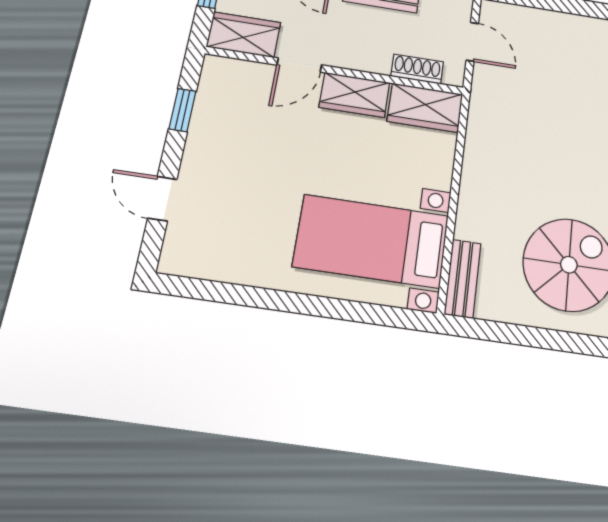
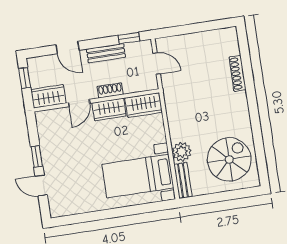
shoe rack: (417, 69) -> (110, 90), moved
window: (182, 110) -> (37, 156), moved
plant: (476, 220) -> (182, 152), added

